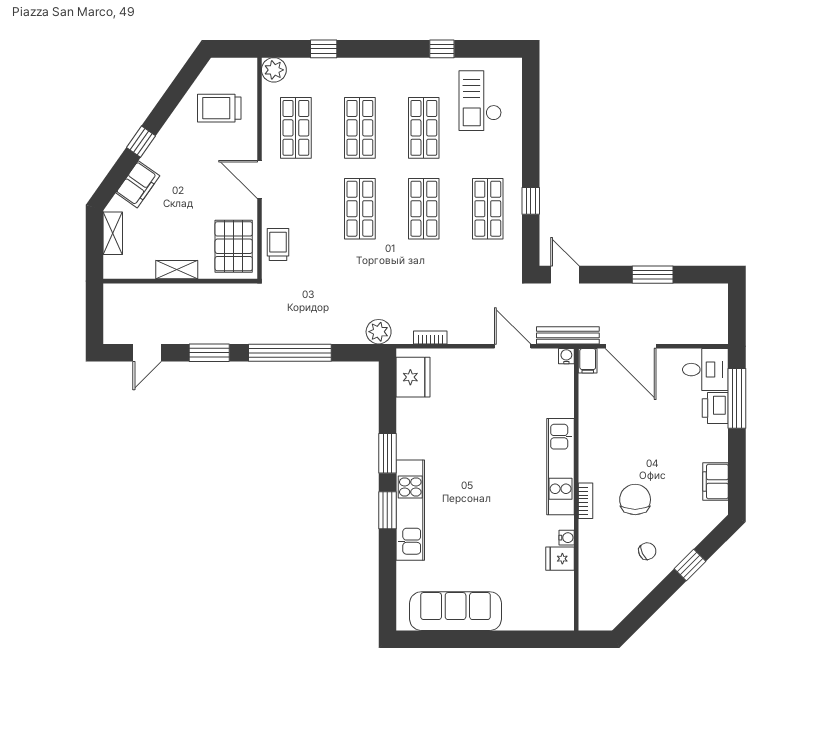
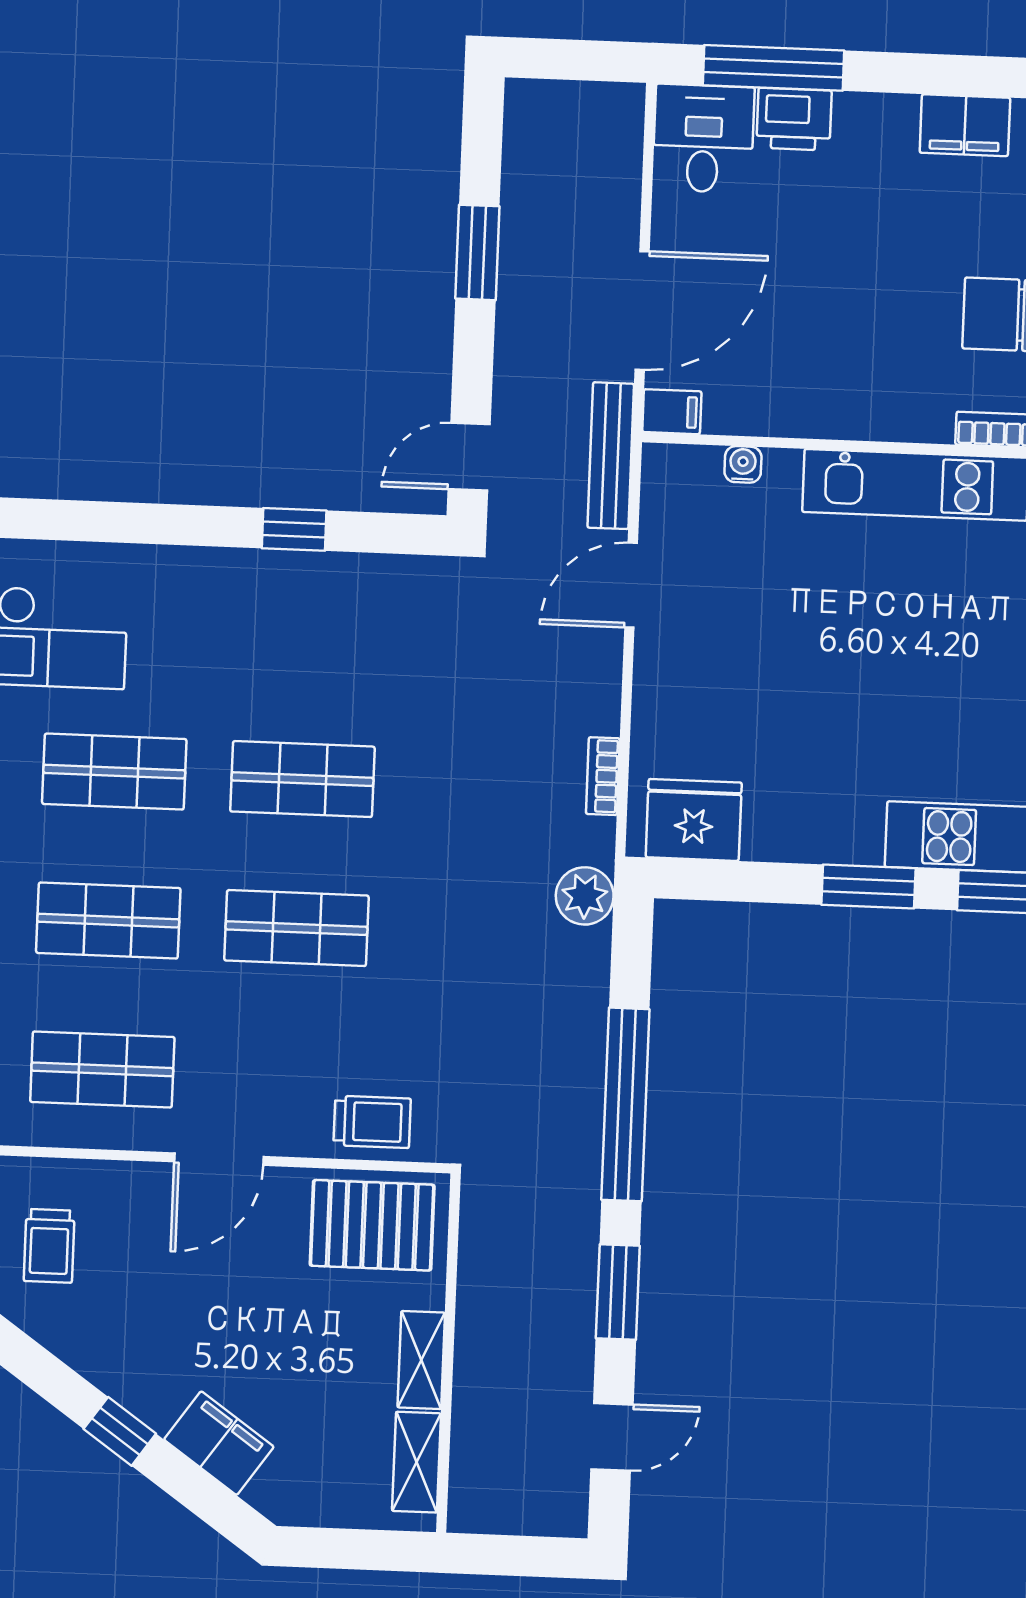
trolley: (219, 108) -> (49, 1246), width x0.73, depth x0.72
shop shelf: (488, 209) -> (308, 630), removed
shelving: (113, 233) -> (416, 1462), moved, turned 90
trolley: (278, 244) -> (372, 1122), turned 180
door: (147, 353) -> (612, 1437), hinge flipped
water cooler: (566, 356) -> (743, 464), moved, turned 90

